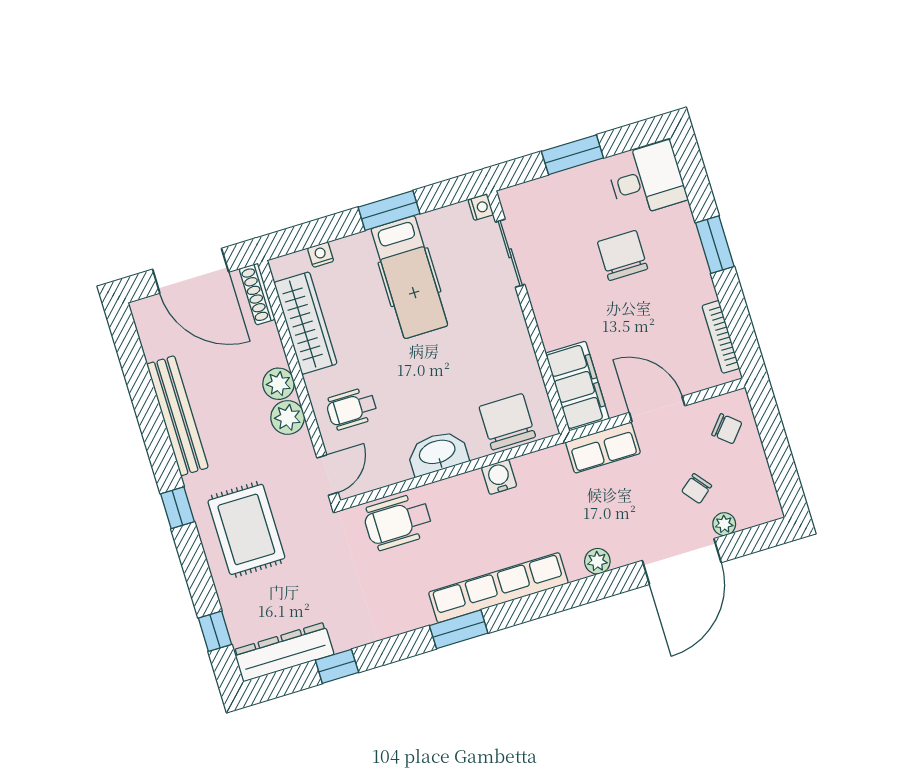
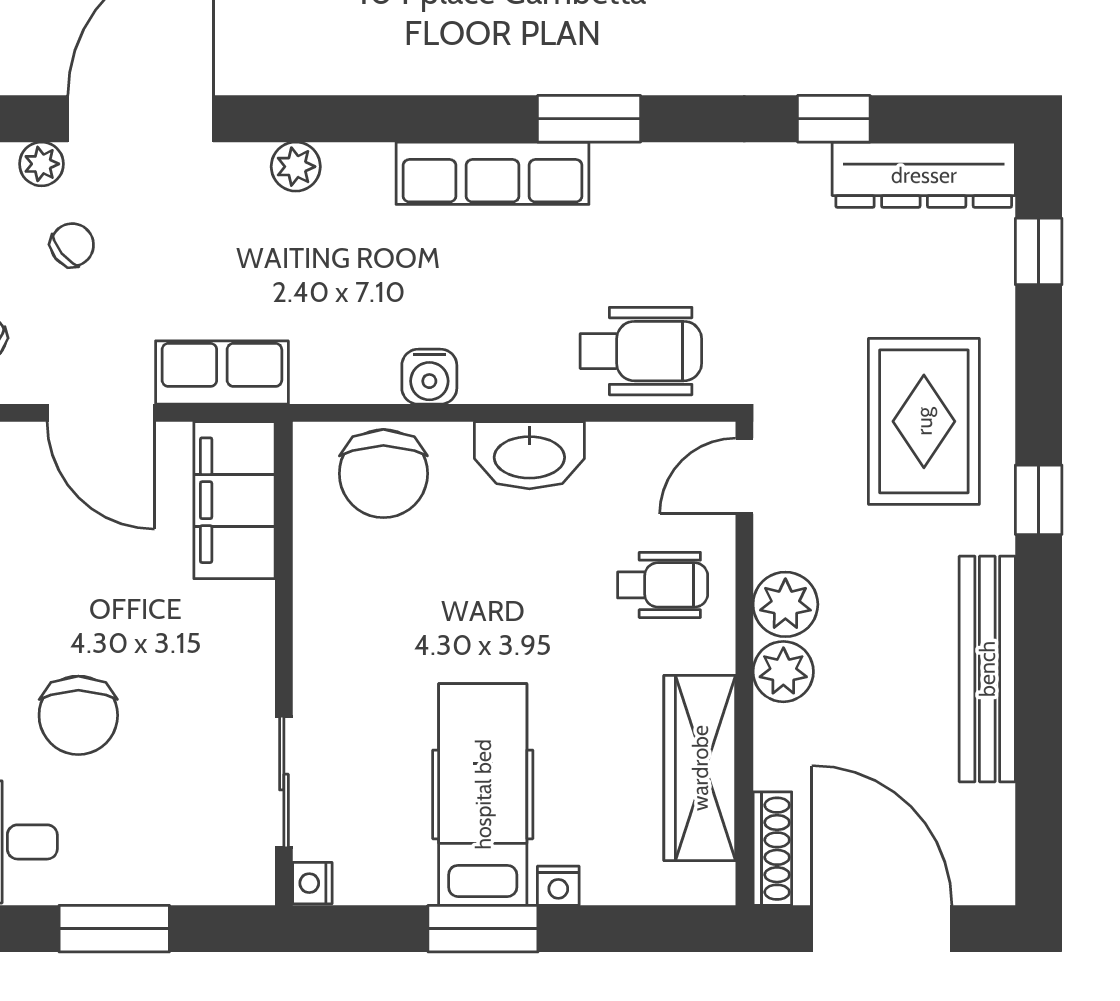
nightstand: (321, 255) -> (558, 886), moved
row of seats: (498, 588) -> (493, 173), width x0.73

